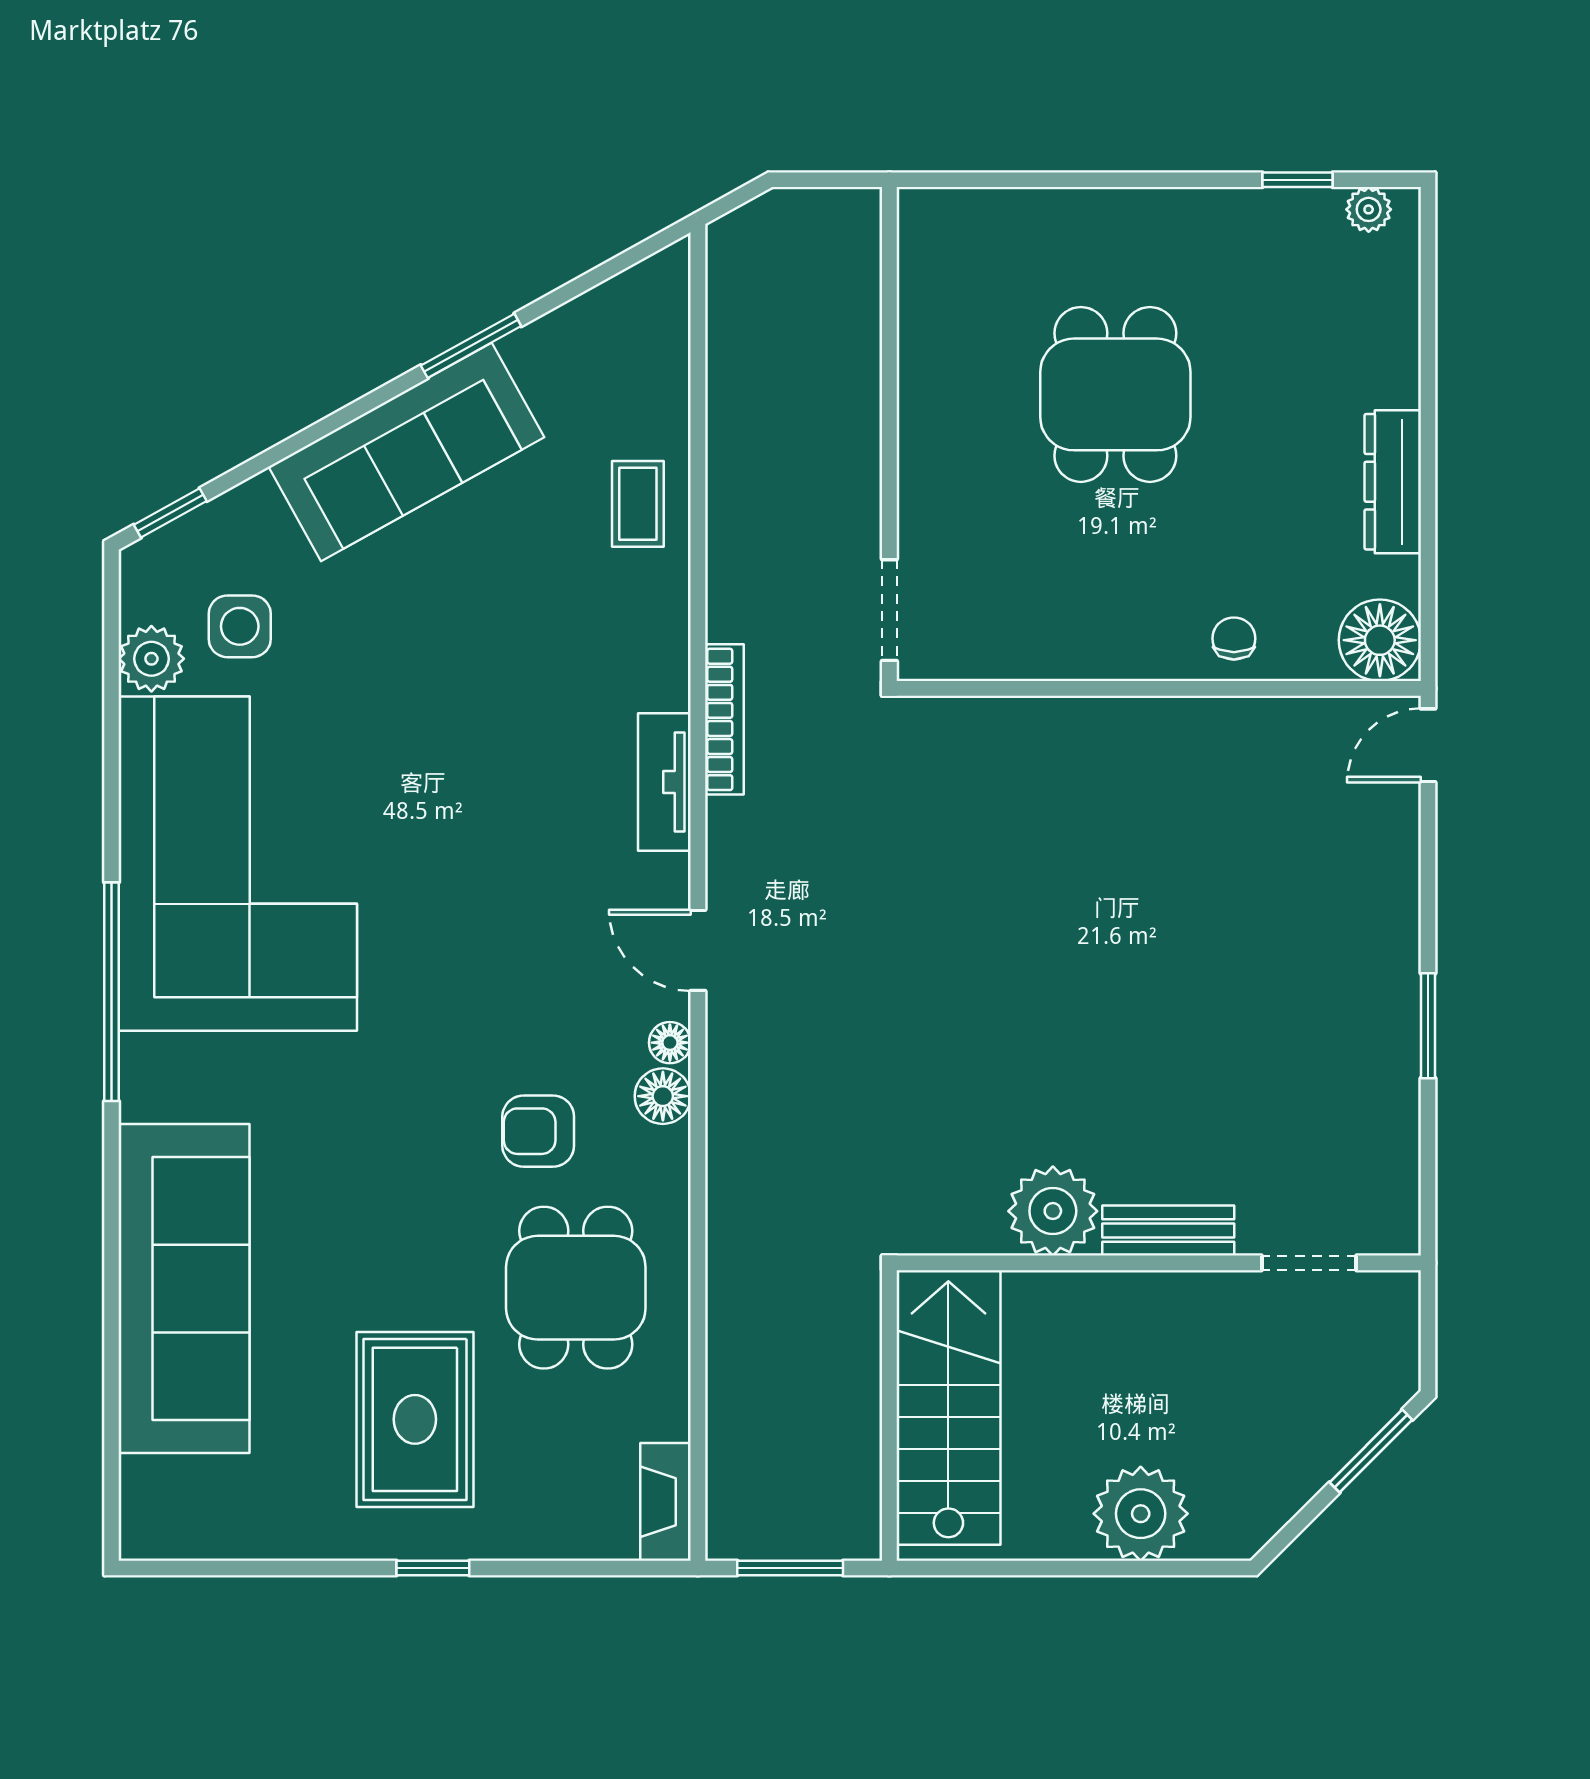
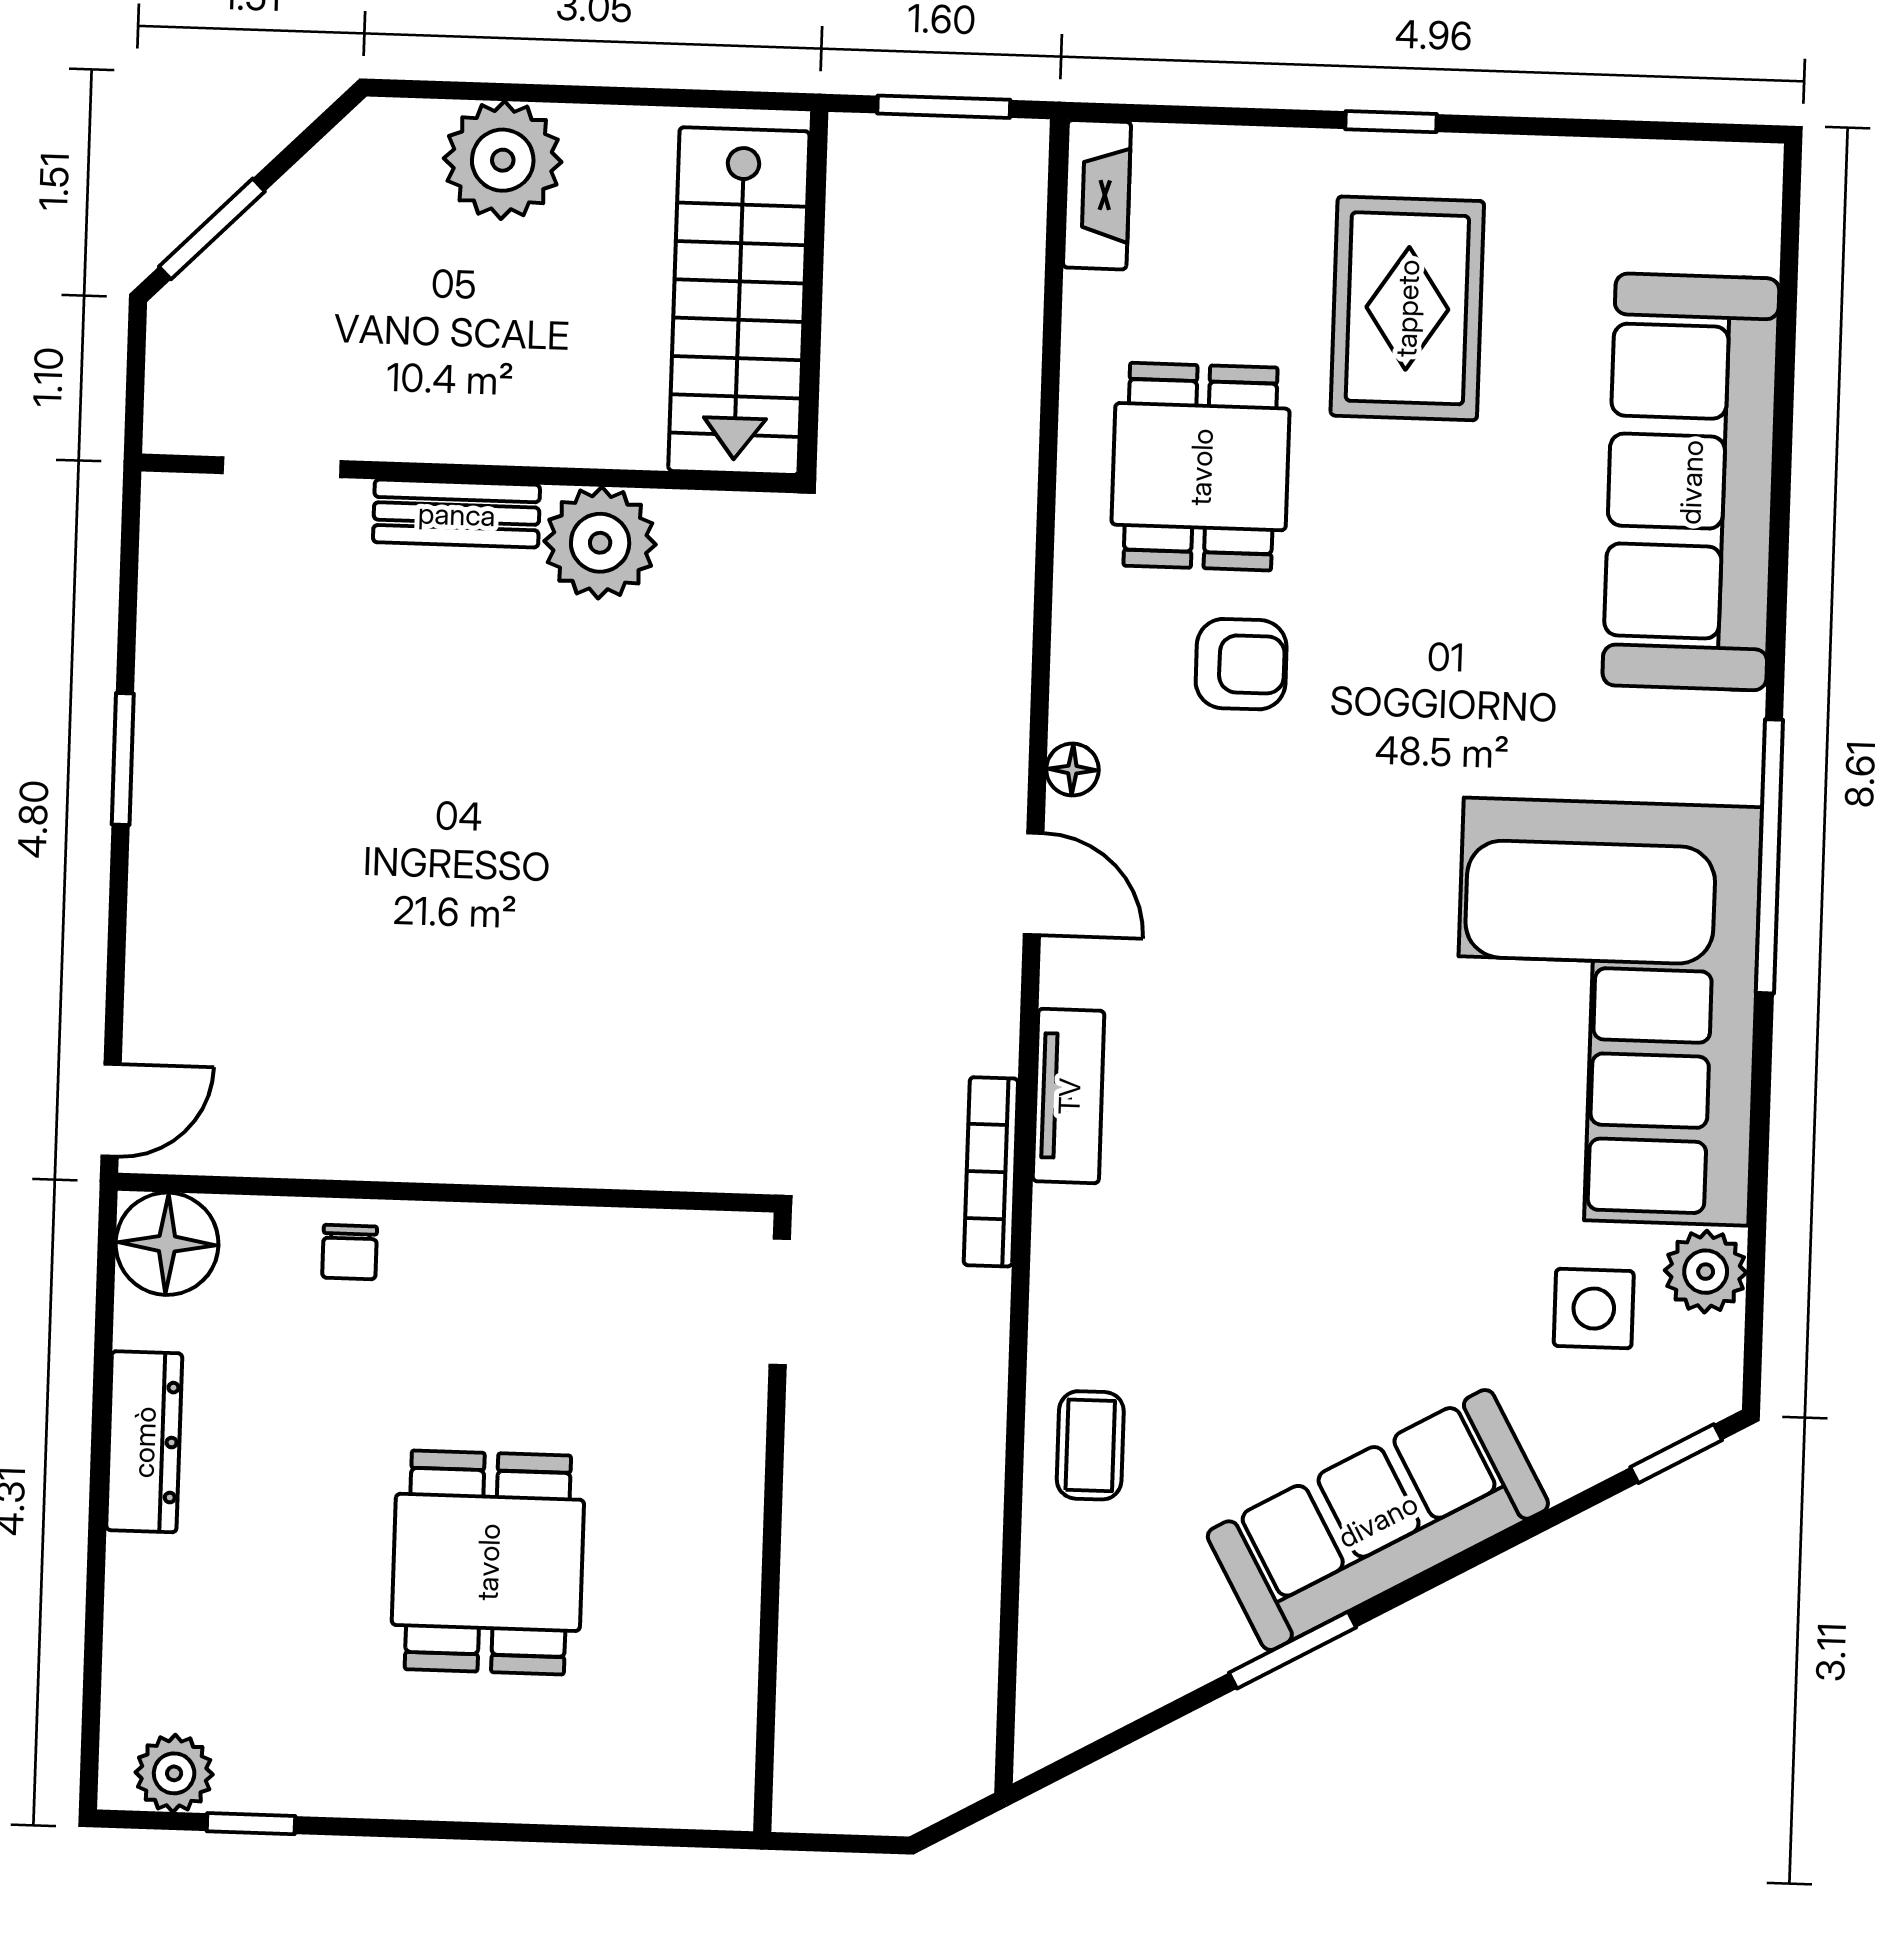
plant: (1369, 209) -> (174, 1773), width x1.38, depth x1.38
floor lamp: (663, 1096) -> (1084, 703), removed

